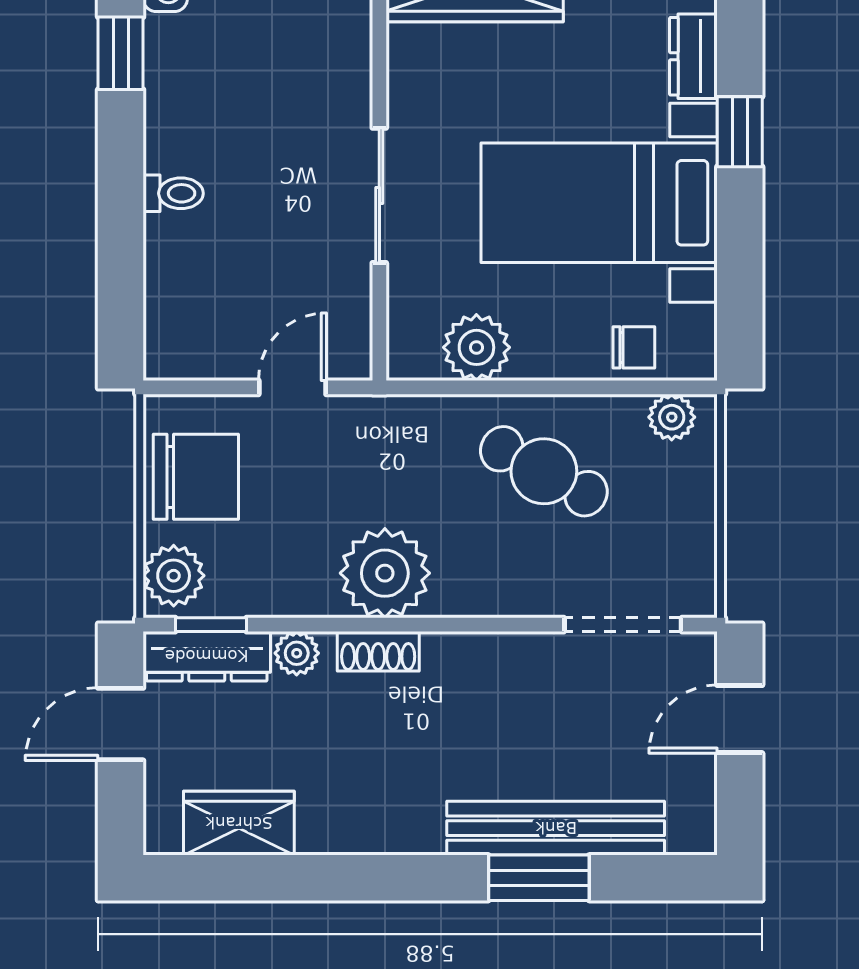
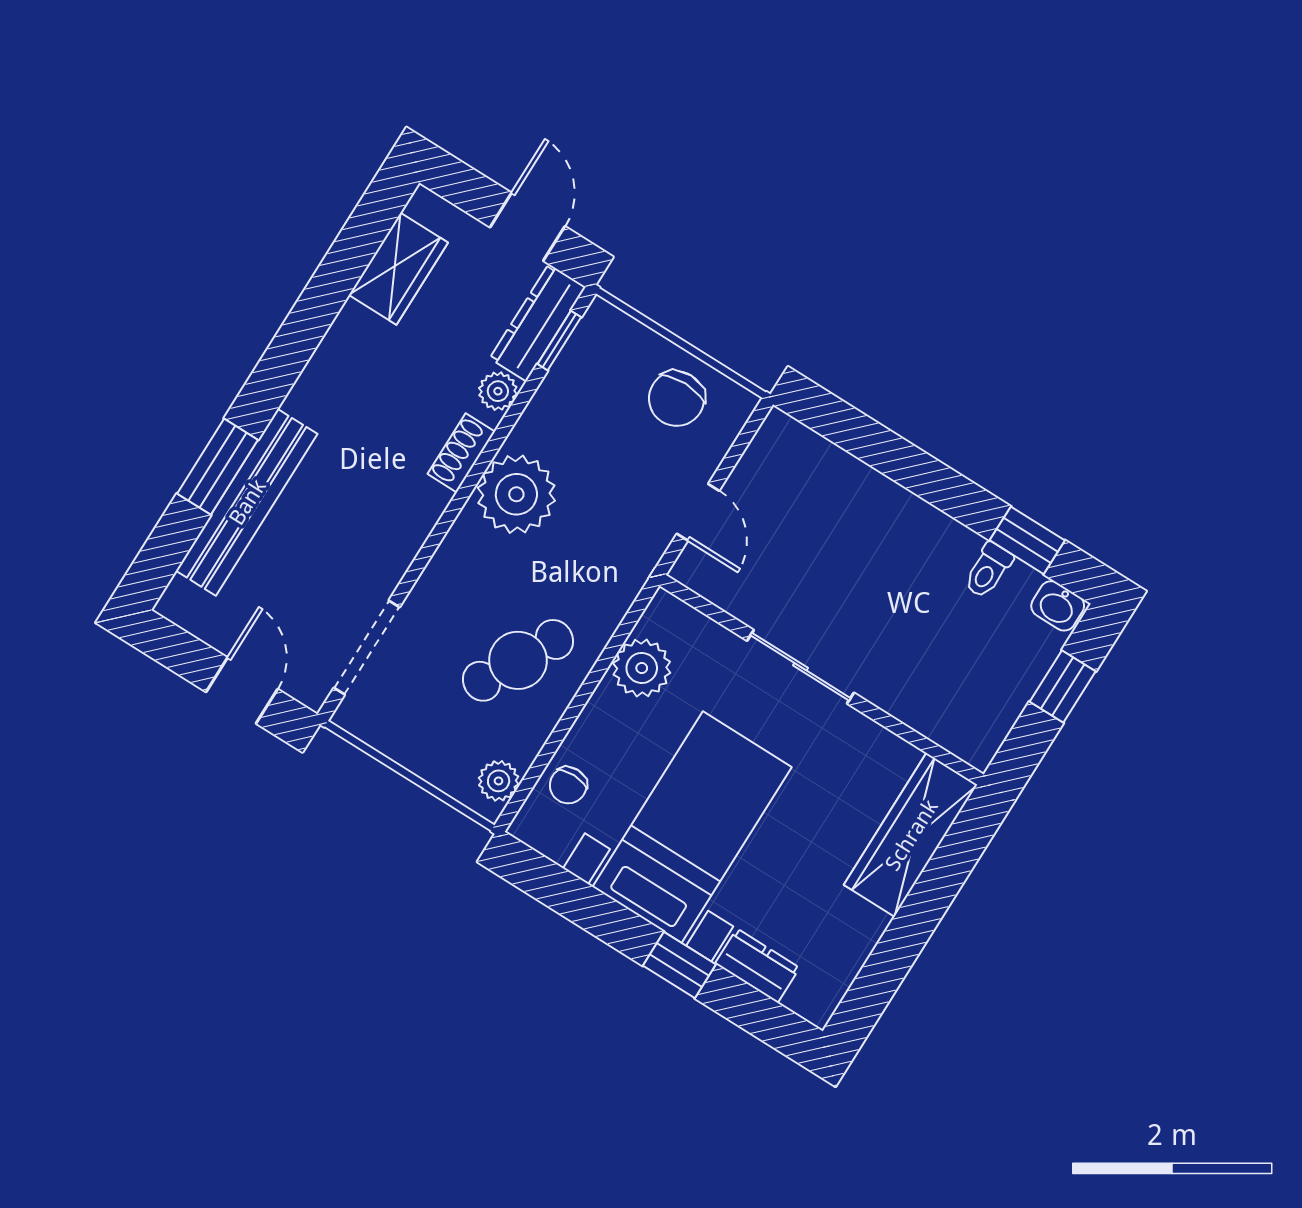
toilet: (173, 193) -> (988, 570), moved
chair: (196, 477) -> (677, 399), width x0.73, depth x0.73
plant: (174, 576) -> (613, 336), removed

